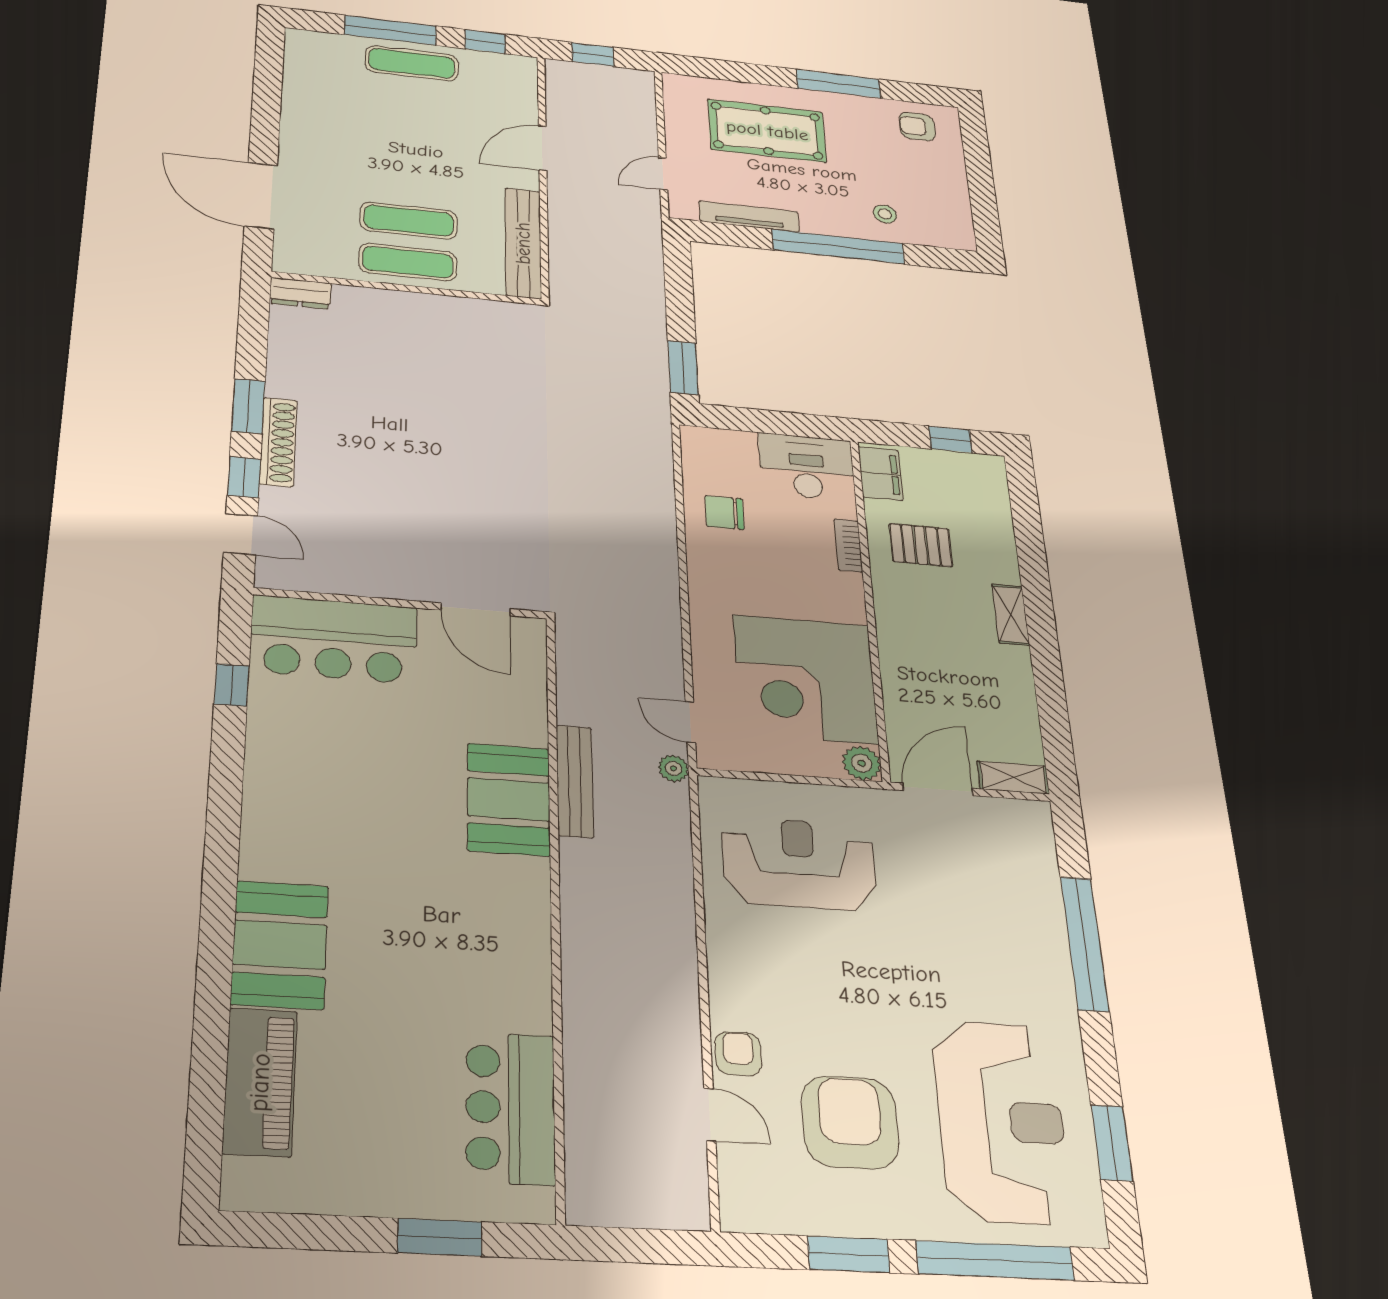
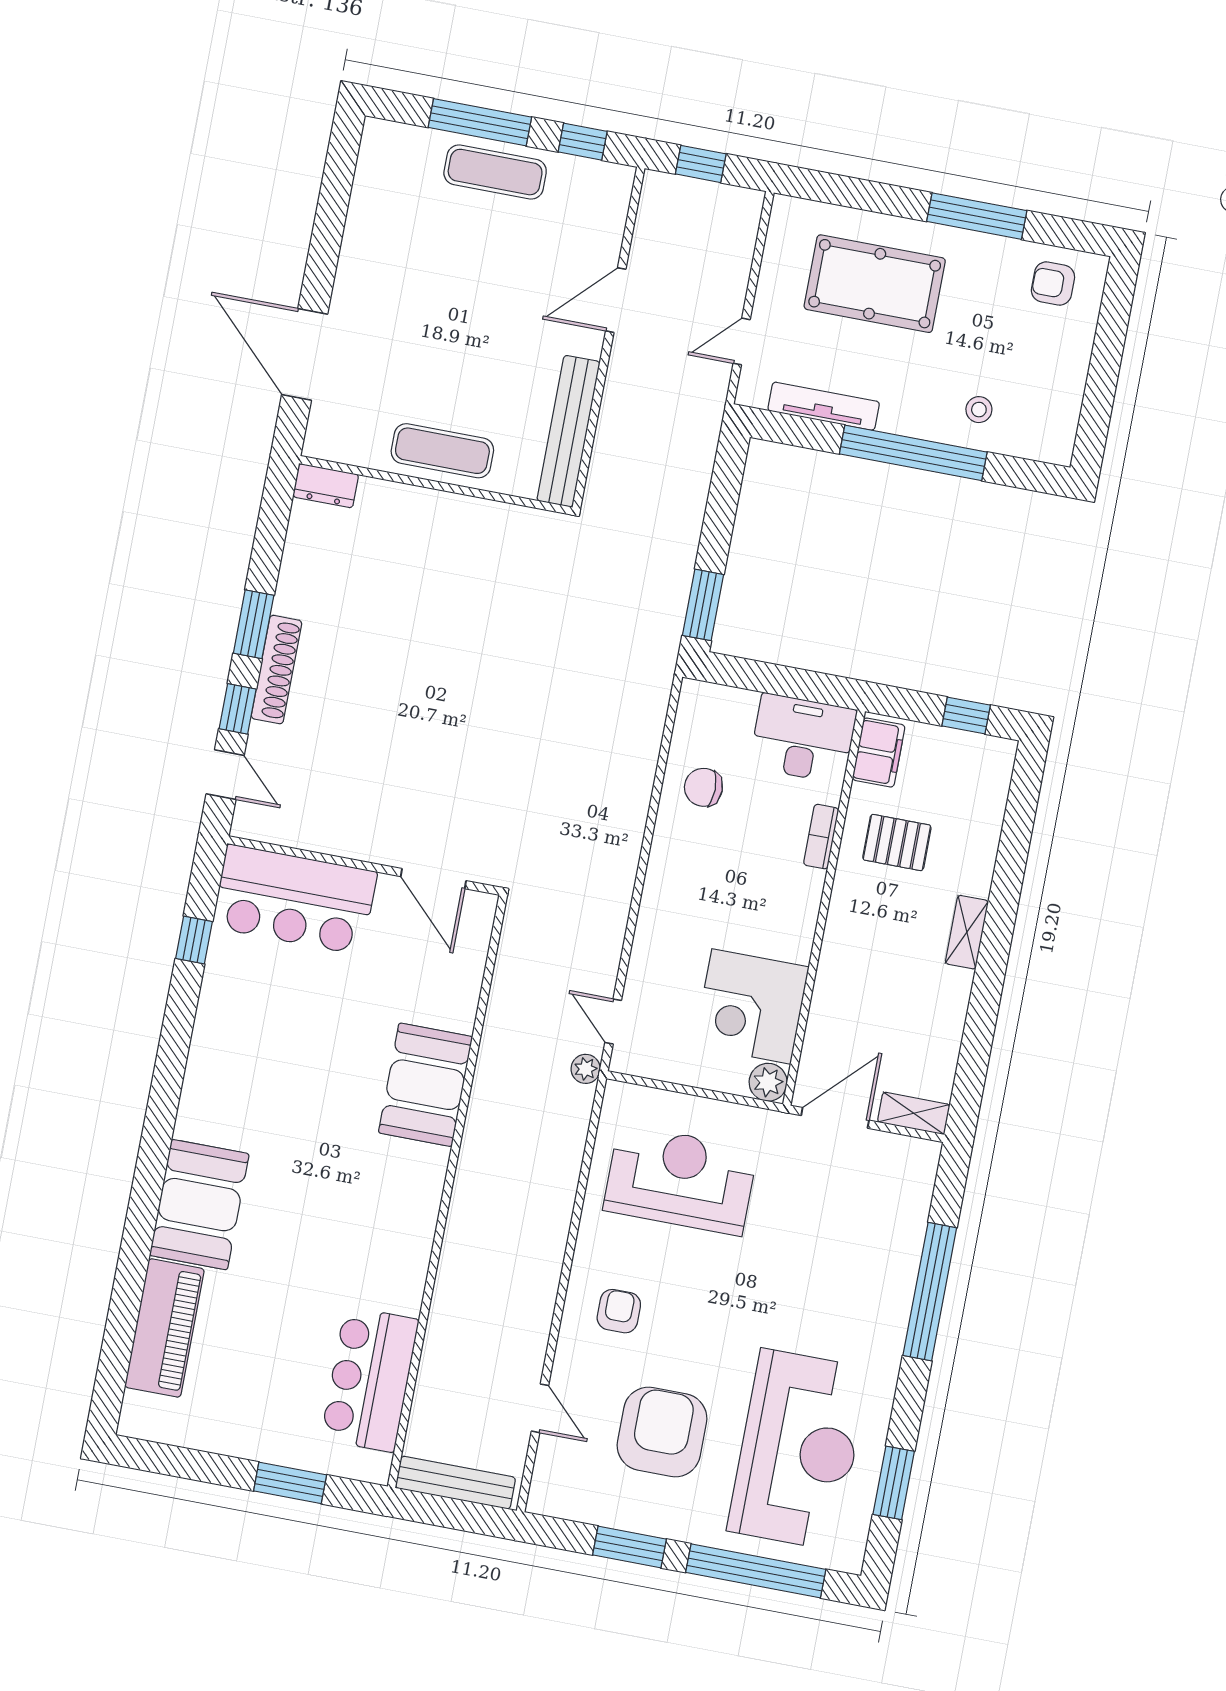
exercise mat: (409, 221) -> (453, 395), removed
corner desk: (805, 679) -> (751, 1006), width x0.74, depth x0.74
bench: (575, 781) -> (455, 1483), moved, turned 90
armchair: (738, 1054) -> (619, 1311), moved

